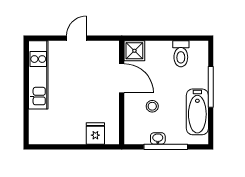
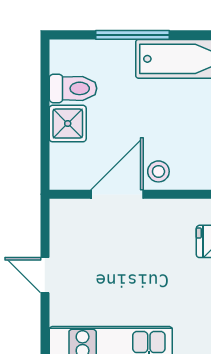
shower: (134, 51) -> (68, 124), moved
stool: (152, 106) -> (158, 171), moved

